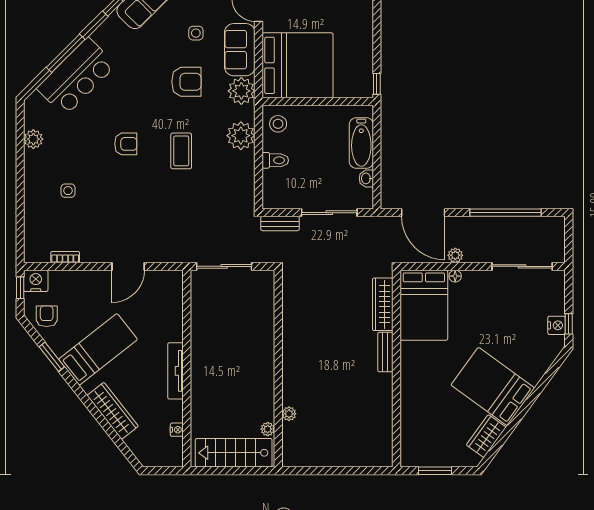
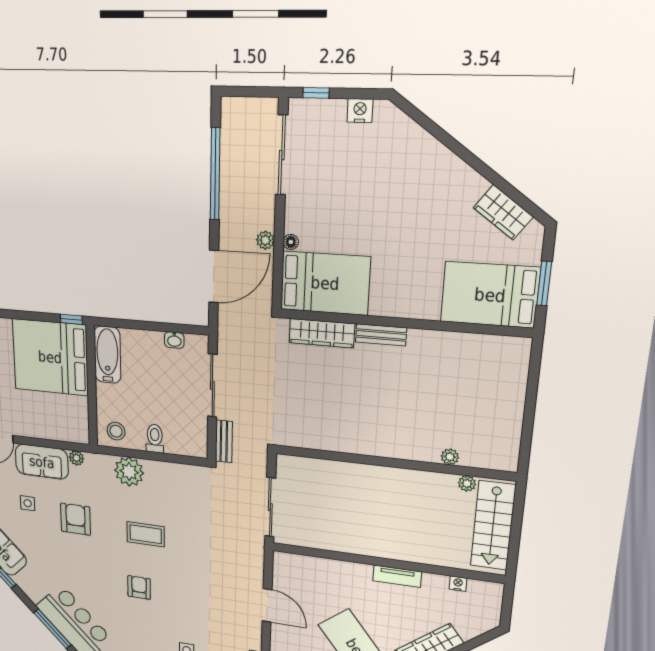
bed: (298, 65) -> (50, 357), moved, turned -90
plant: (241, 91) -> (76, 458), width x0.53, depth x0.53
bathtub: (361, 143) -> (107, 355), moved, turned -90
window: (569, 324) -> (316, 93), moved
tv unit: (176, 371) -> (397, 576), width x0.71
bed: (493, 386) -> (490, 295), moved, turned 54

